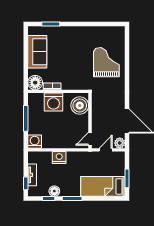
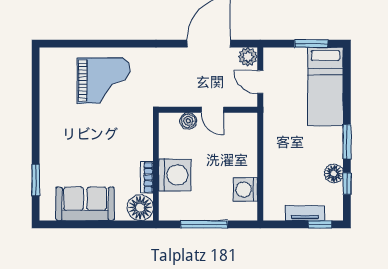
grand piano: (106, 62) -> (104, 81), turned 180
boiler: (80, 106) -> (188, 121), width x0.54, depth x0.54
door: (90, 139) -> (213, 110), moved
washing machine: (35, 142) -> (245, 189), moved
nightstand: (59, 157) -> (274, 165), removed

